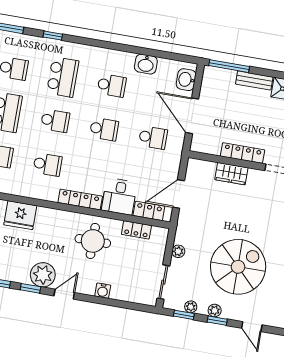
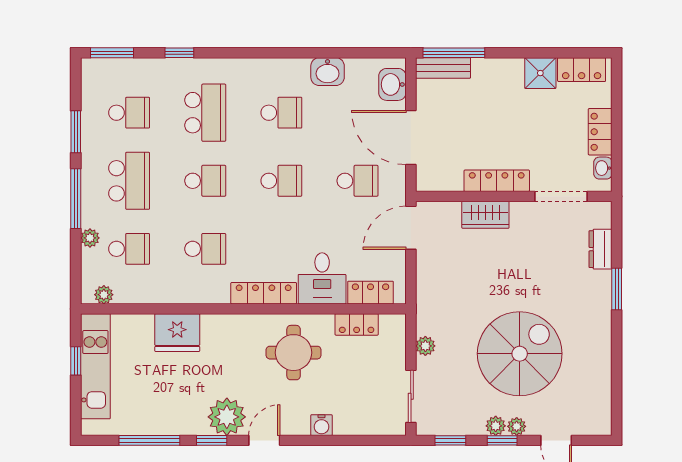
bench: (254, 80) -> (443, 68), moved
door: (179, 194) -> (411, 228), moved
plant: (191, 307) -> (517, 426), moved

